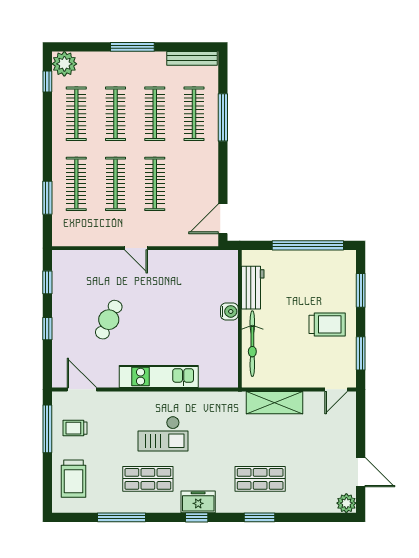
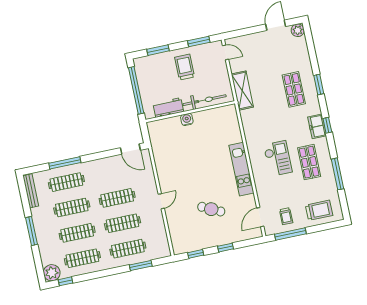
workbench: (253, 288) -> (168, 108), moved
water cooler: (229, 311) -> (187, 119), moved
wall: (240, 319) -> (190, 112), moved
bicycle: (252, 344) -> (205, 100), moved

